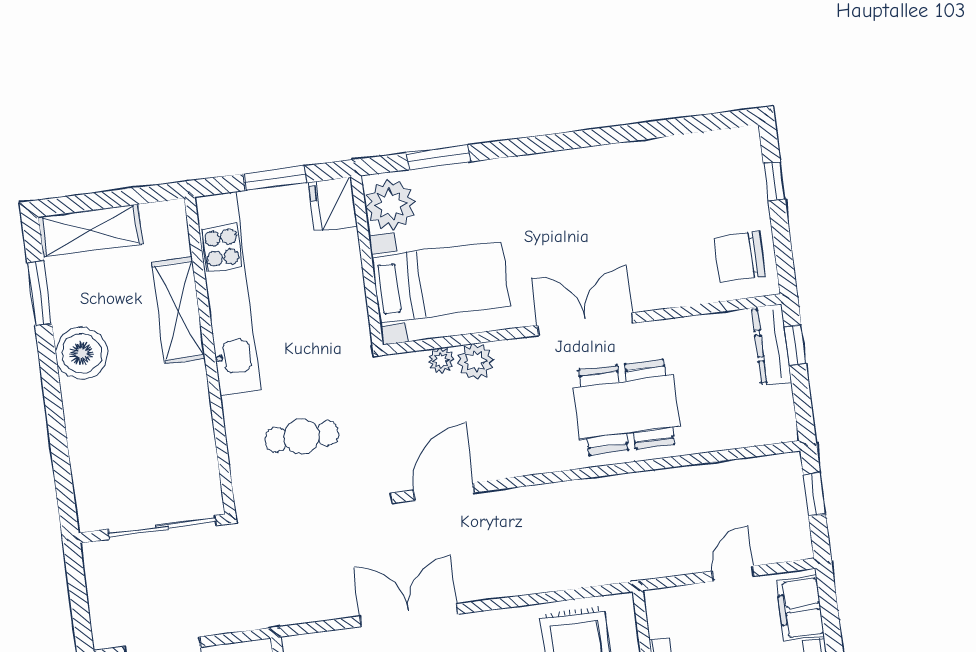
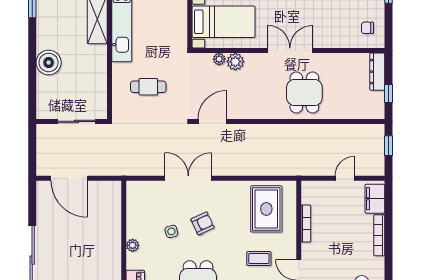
chair: (740, 257) -> (367, 28), width x0.54, depth x0.54
window: (795, 345) -> (389, 93), moved
boiler: (82, 353) -> (49, 62), moved
dining table: (626, 407) -> (304, 93), width x0.73
sliding door: (162, 527) -> (76, 121), width x0.73

